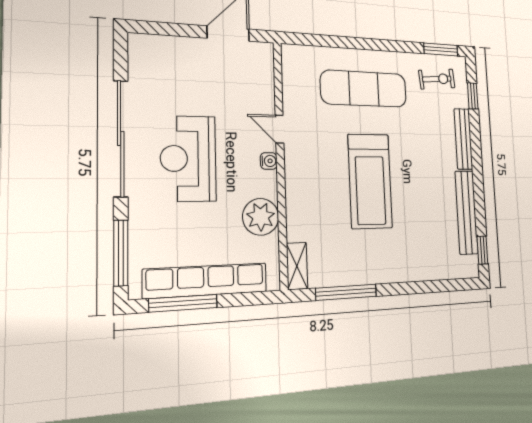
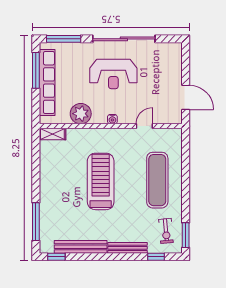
door: (279, 129) -> (144, 126), moved
reception desk: (188, 159) -> (113, 74), turned 180
treadmill: (370, 181) -> (101, 181), turned 90
window: (346, 292) -> (36, 222), moved

